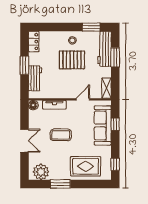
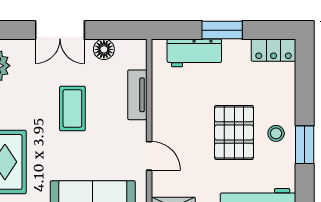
window: (91, 27) -> (305, 145), moved
floor lamp: (33, 105) -> (104, 49), moved

